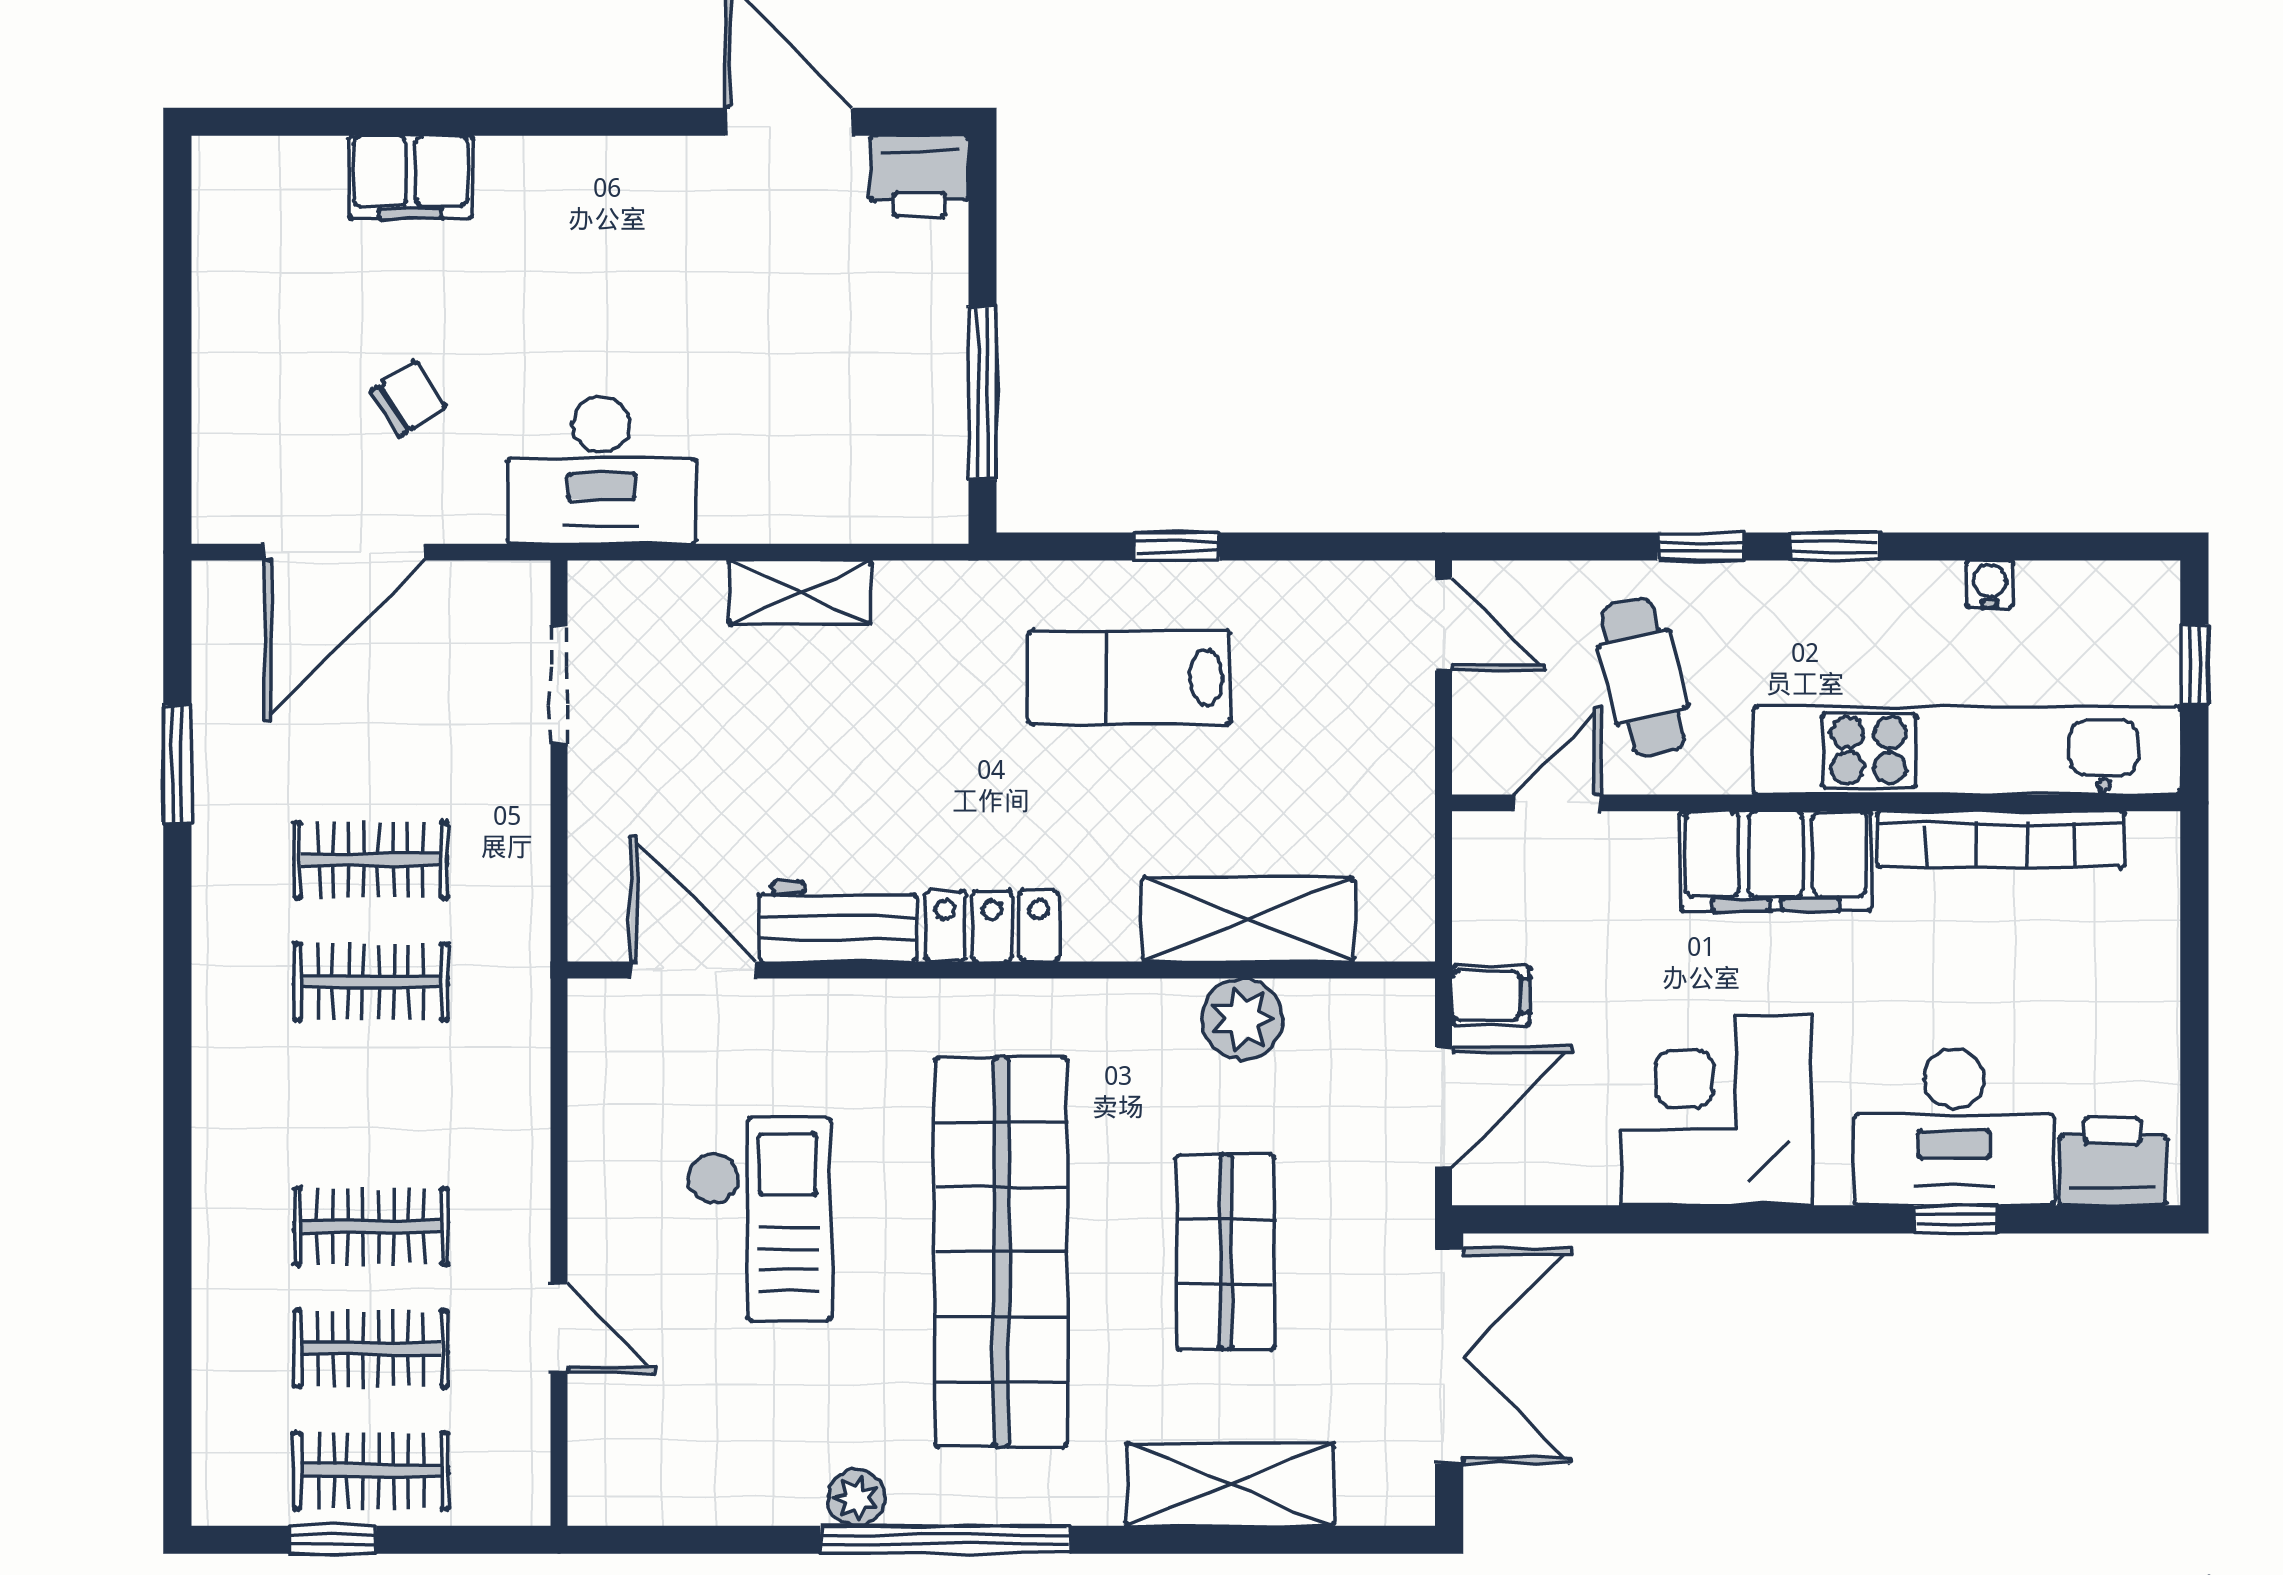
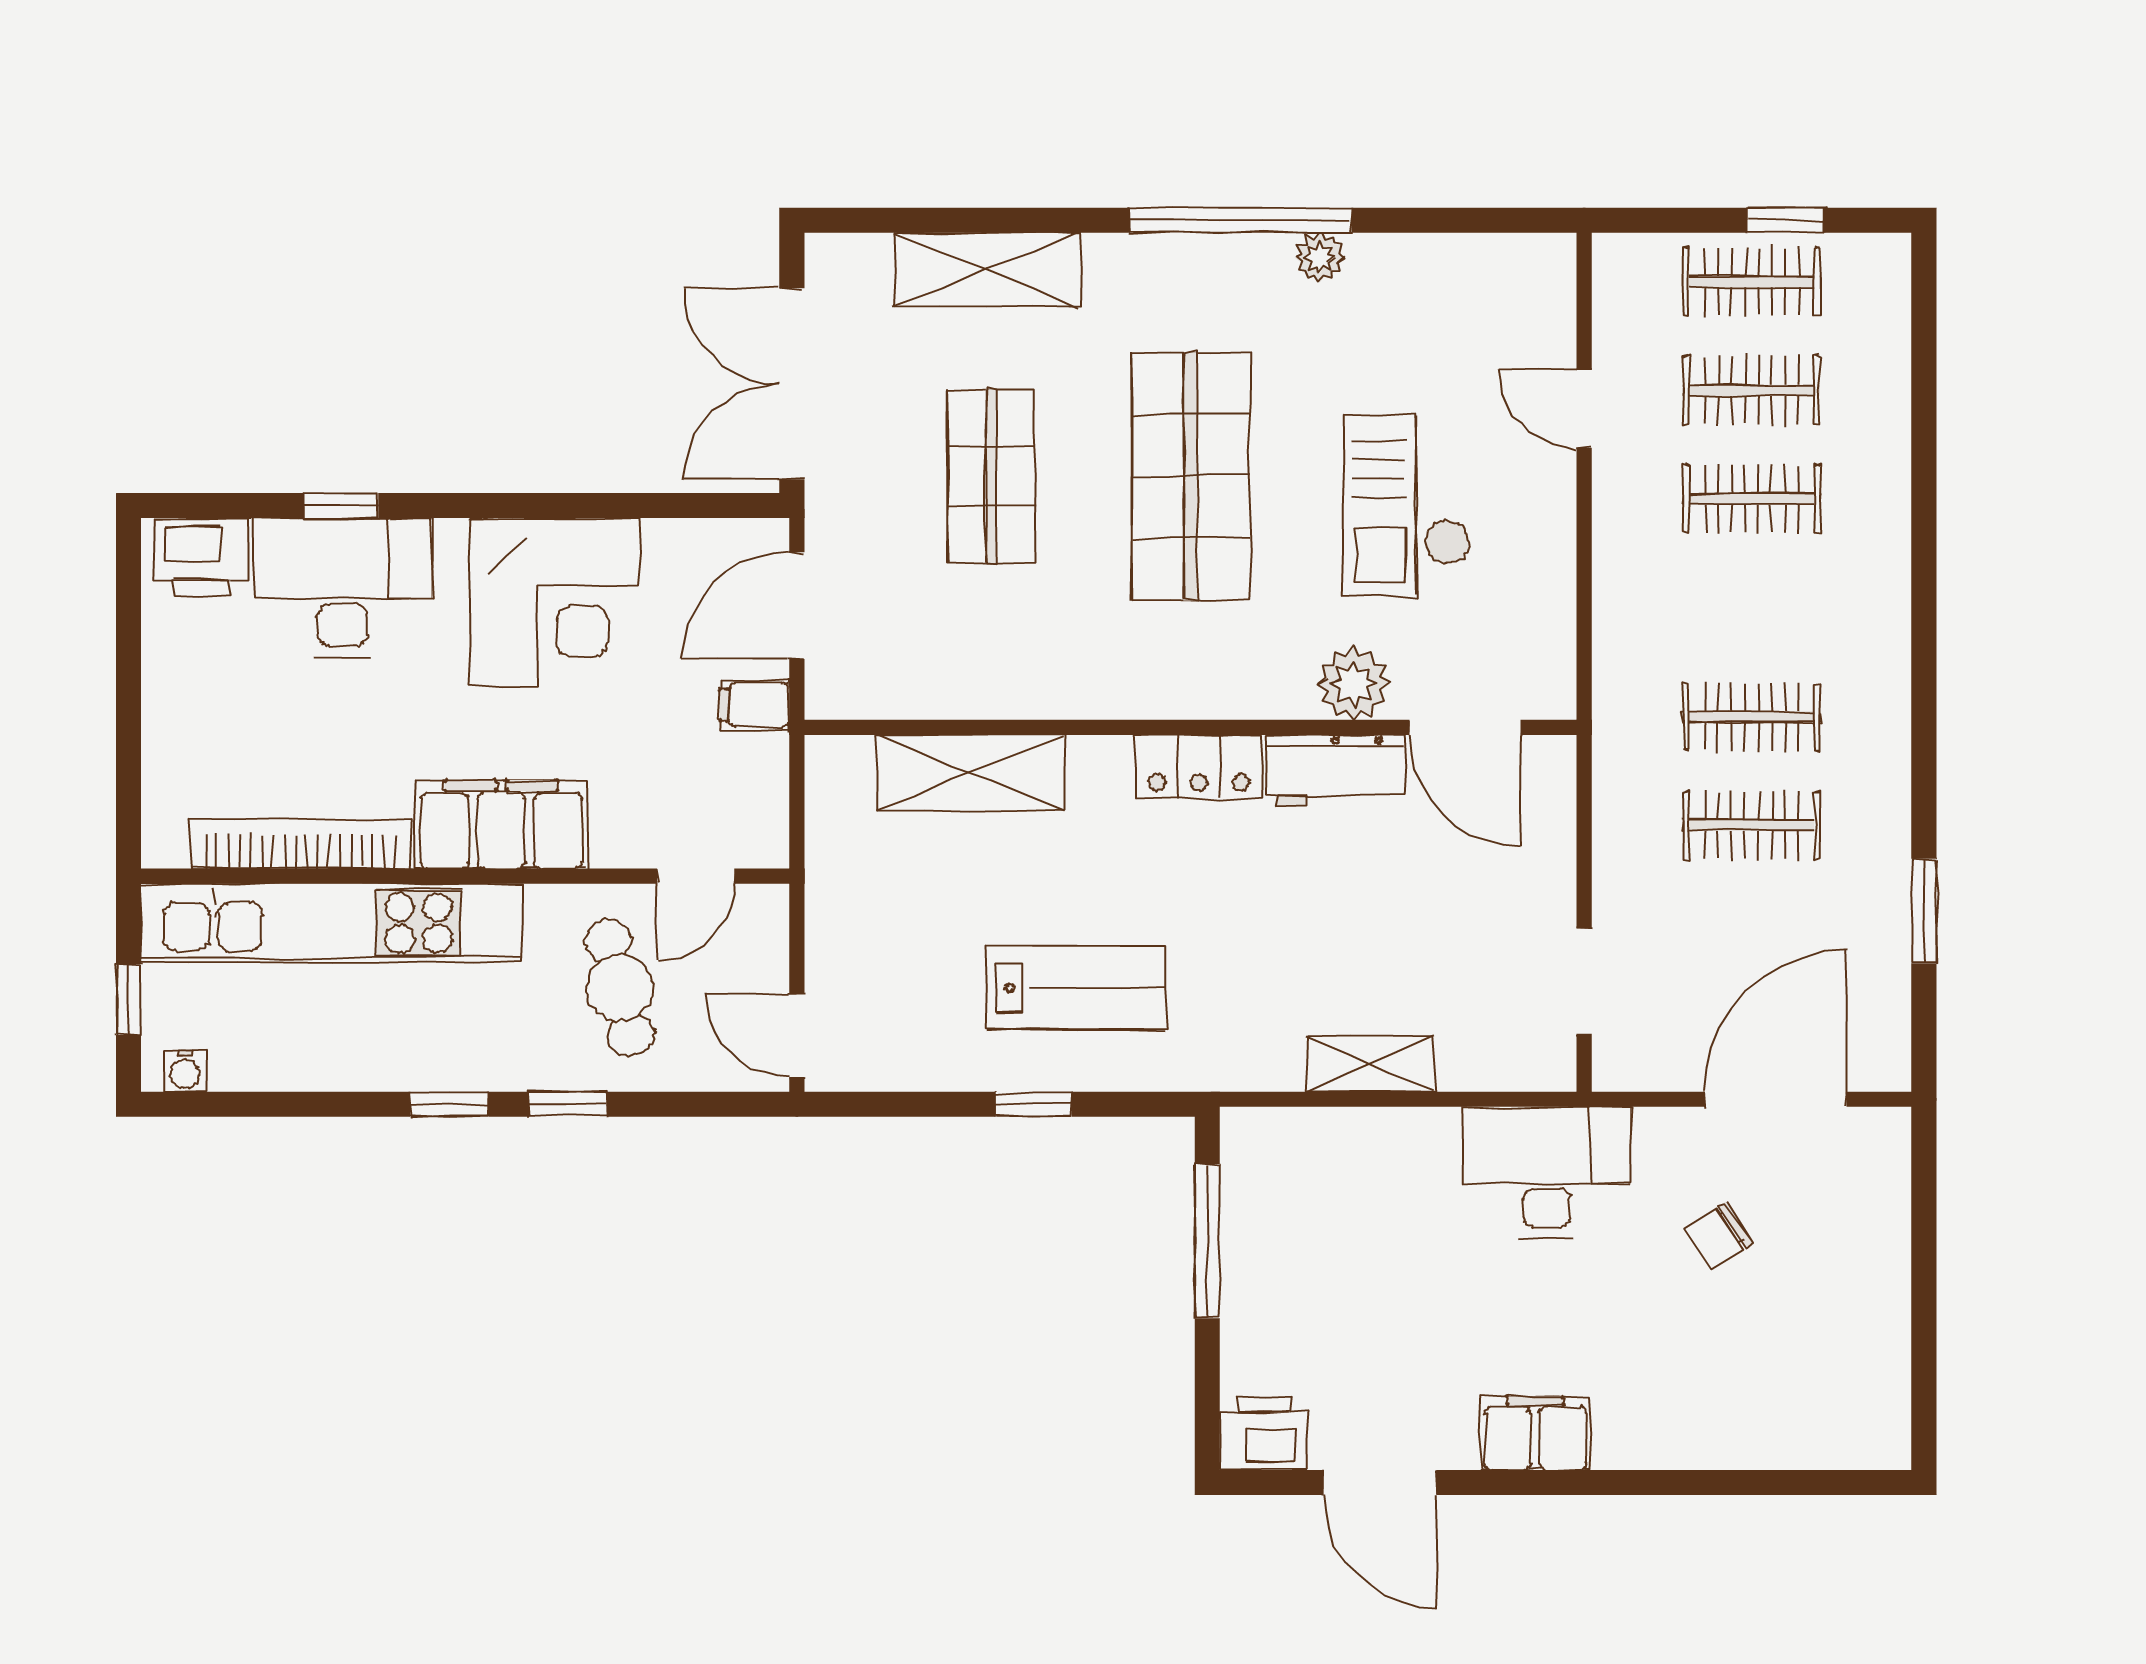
filing cabinet: (411, 177) -> (1535, 1433), moved
water cooler: (1990, 584) -> (185, 1071), moved
plant: (1242, 1019) -> (1354, 684), moved
shop shelf: (1001, 1252) -> (1191, 476), width x0.71

